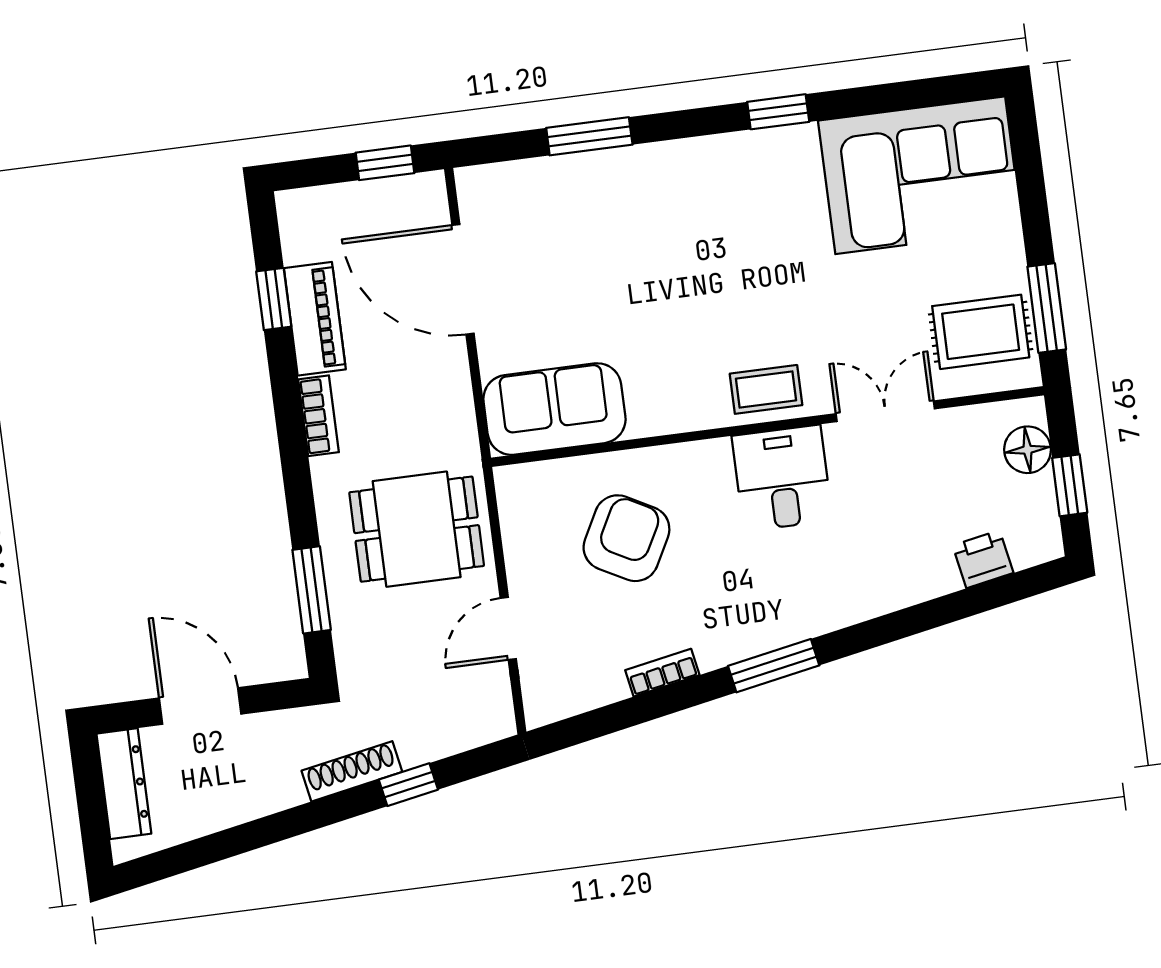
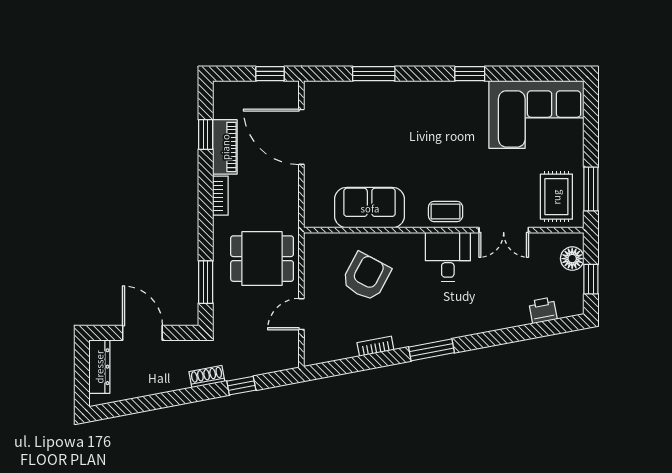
rug: (981, 332) -> (556, 197), turned 90
sofa: (554, 409) -> (370, 208), moved
double door: (885, 411) -> (504, 230), swing flipped
shoe rack: (352, 771) -> (207, 377), width x0.70

